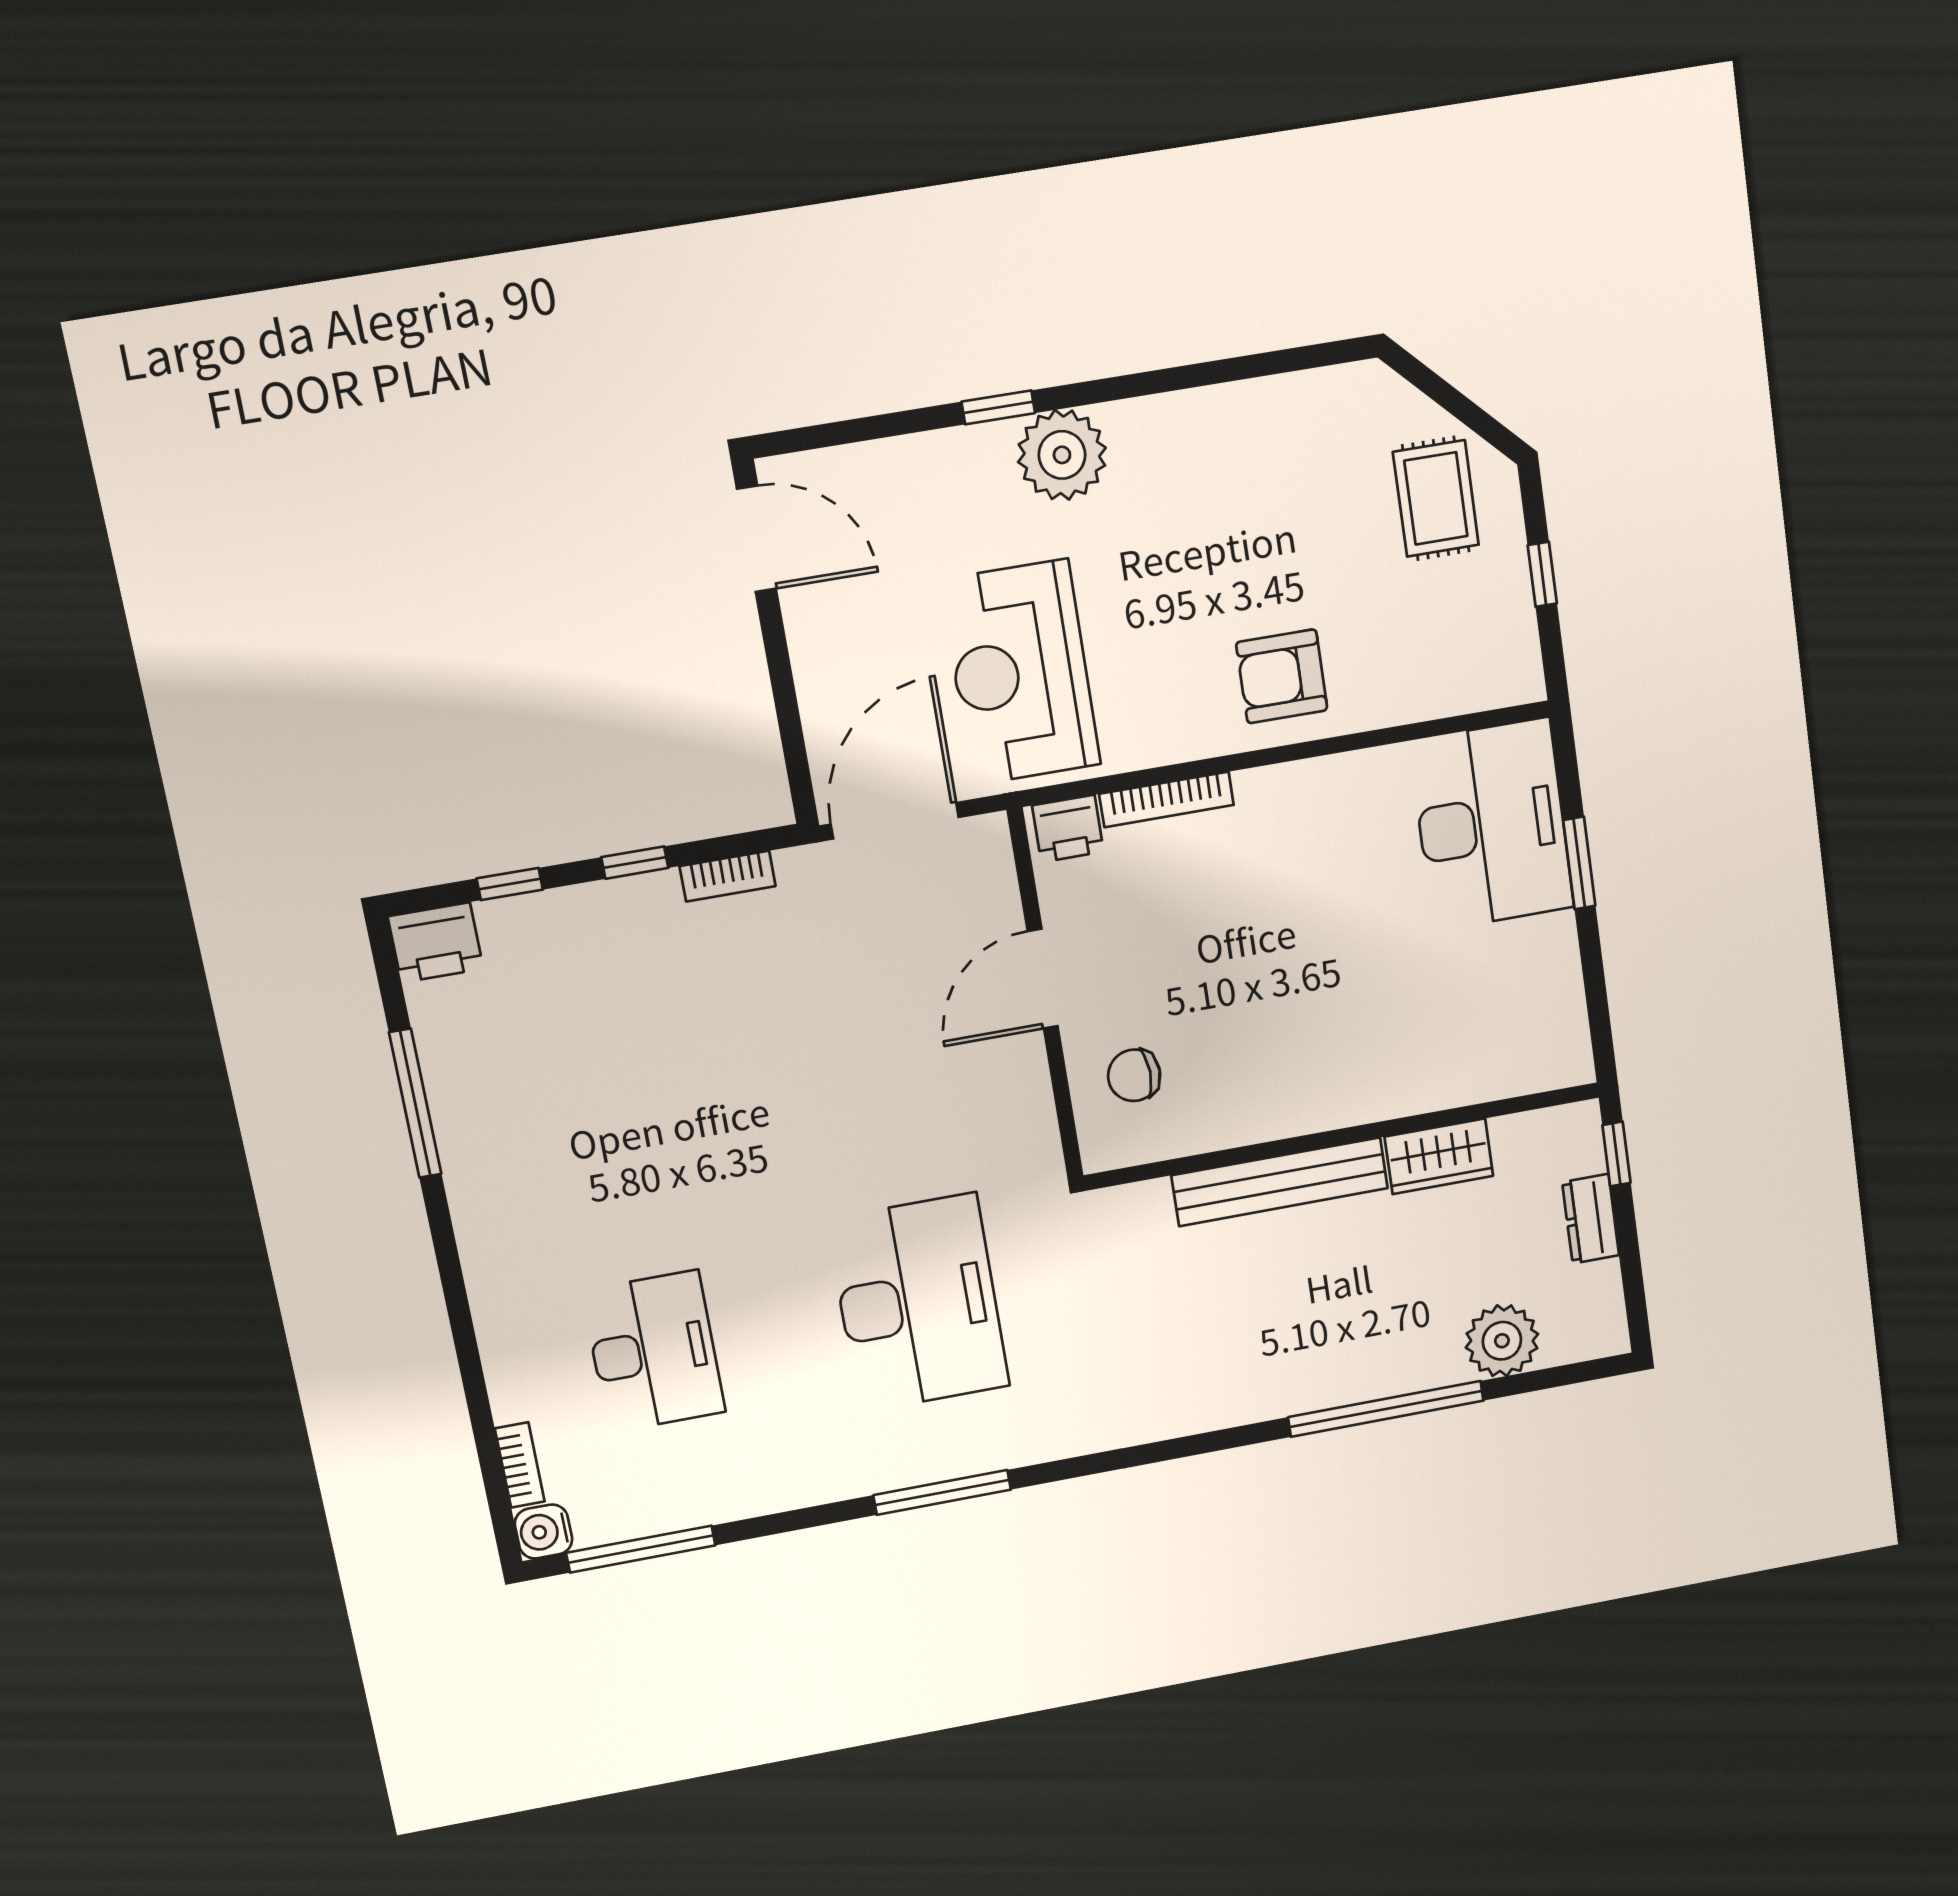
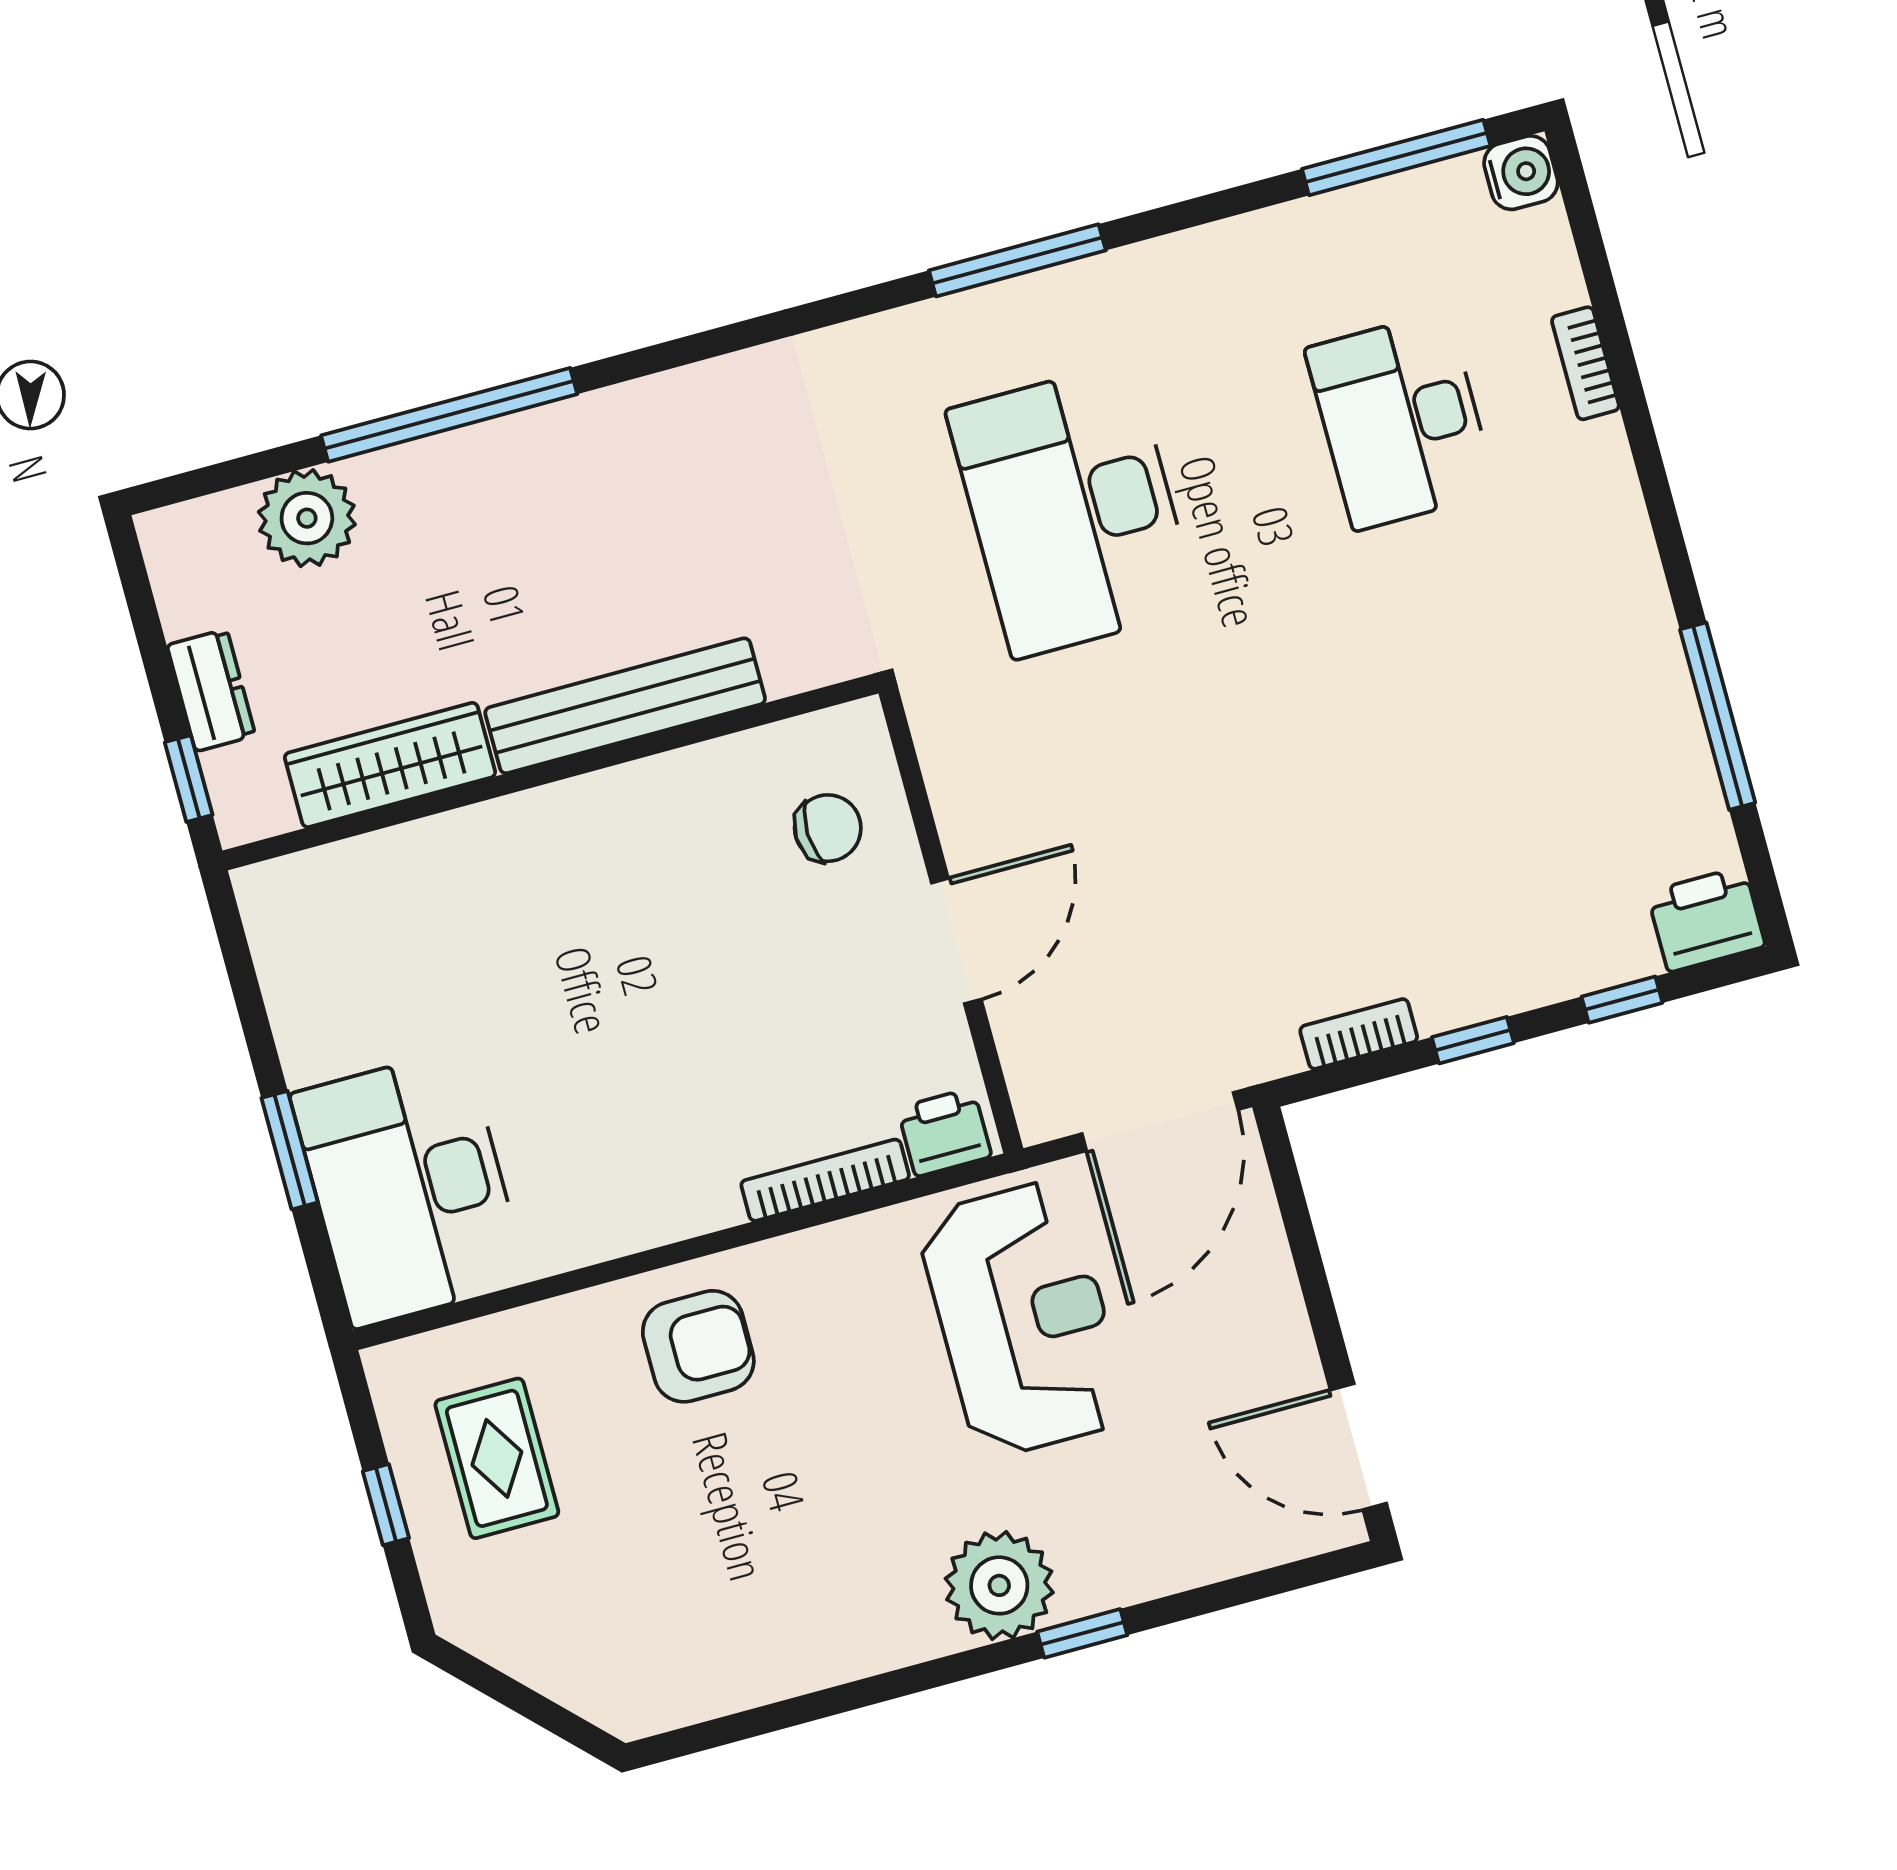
rug: (1436, 498) -> (497, 1458), moved
wardrobe: (1439, 1156) -> (390, 765), width x1.50
bookcase: (520, 1465) -> (1585, 363), moved

